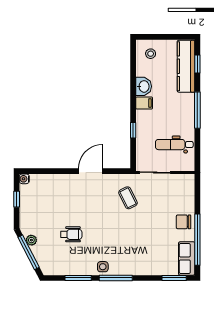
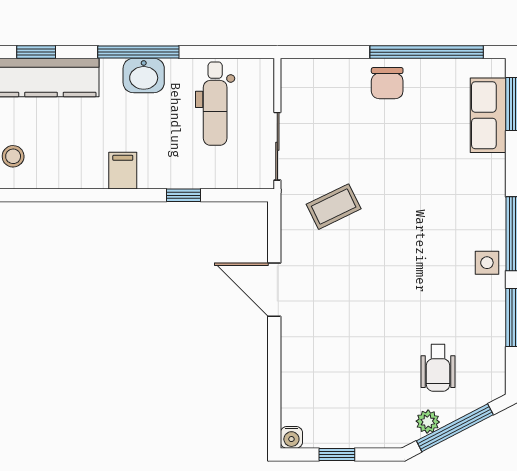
washbasin: (144, 86) -> (144, 75), moved, turned 180
wheelchair: (71, 234) -> (438, 368), moved, turned 180
row of seats: (187, 258) -> (488, 115), moved, turned 90

